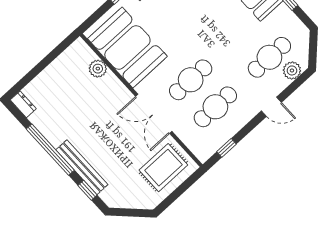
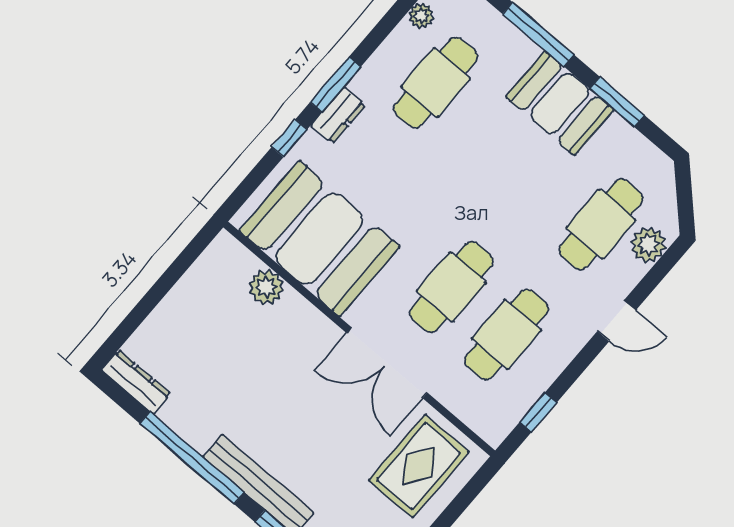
dresser: (23, 104) -> (136, 382), width x1.44

